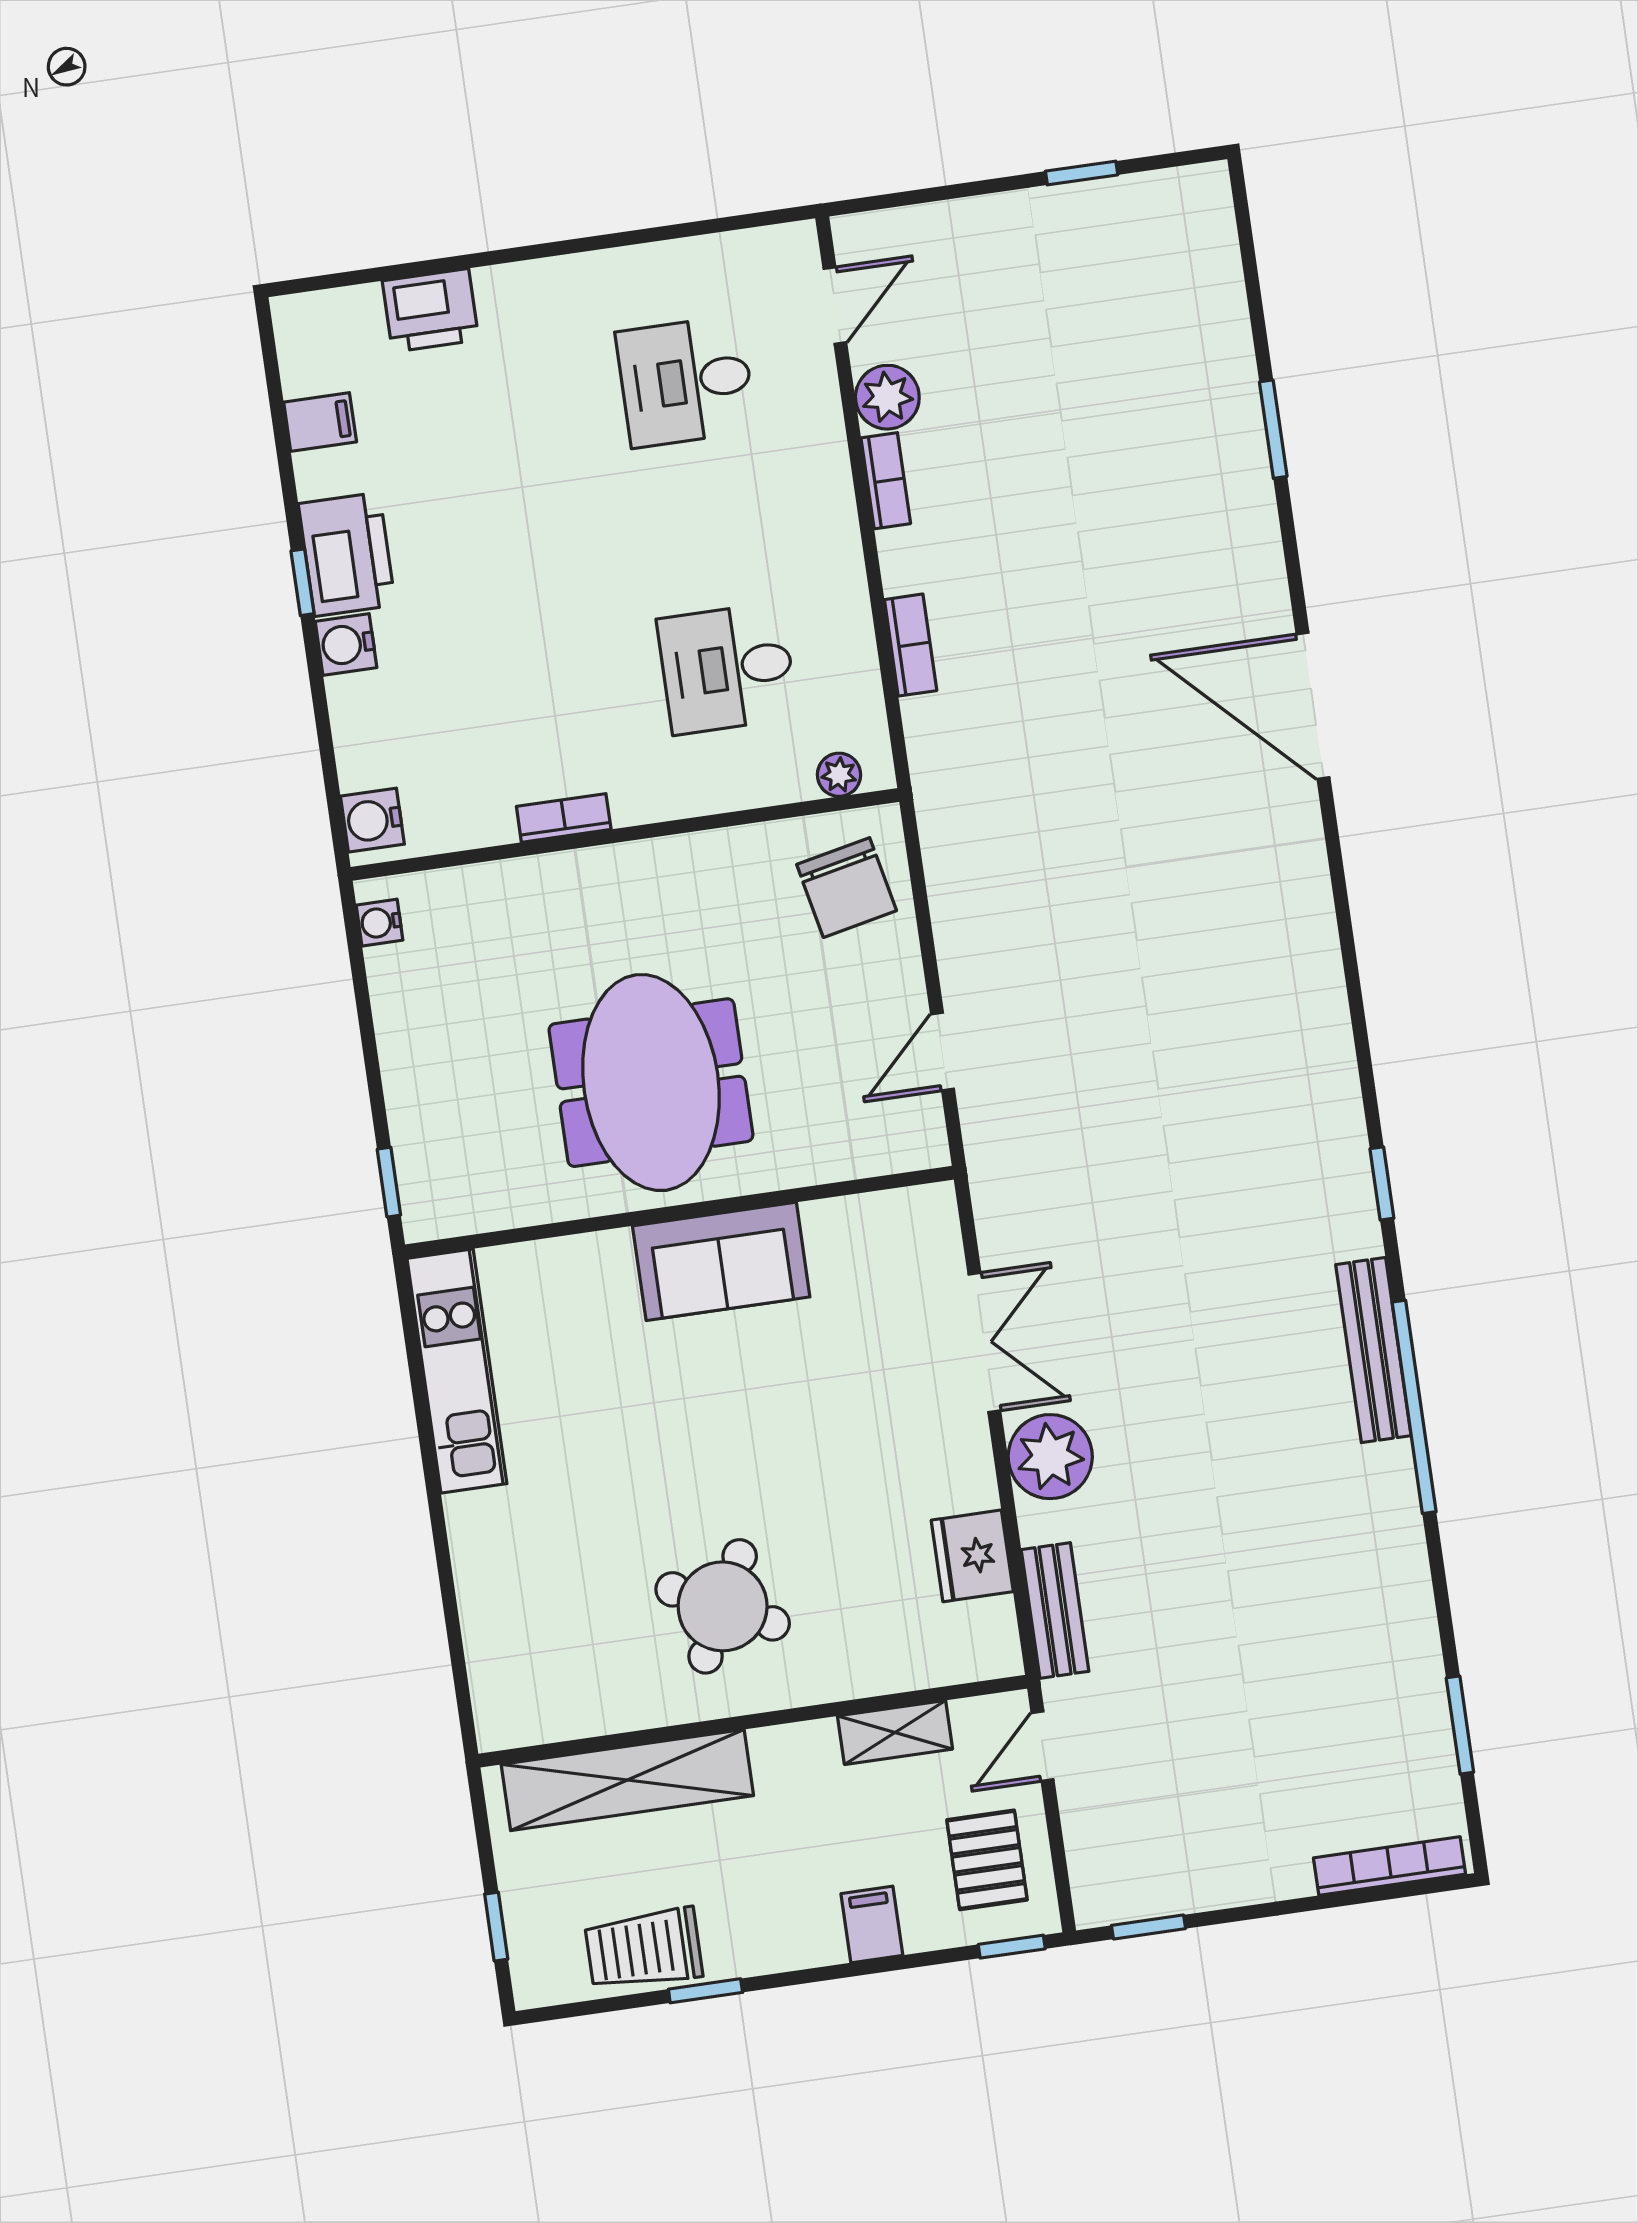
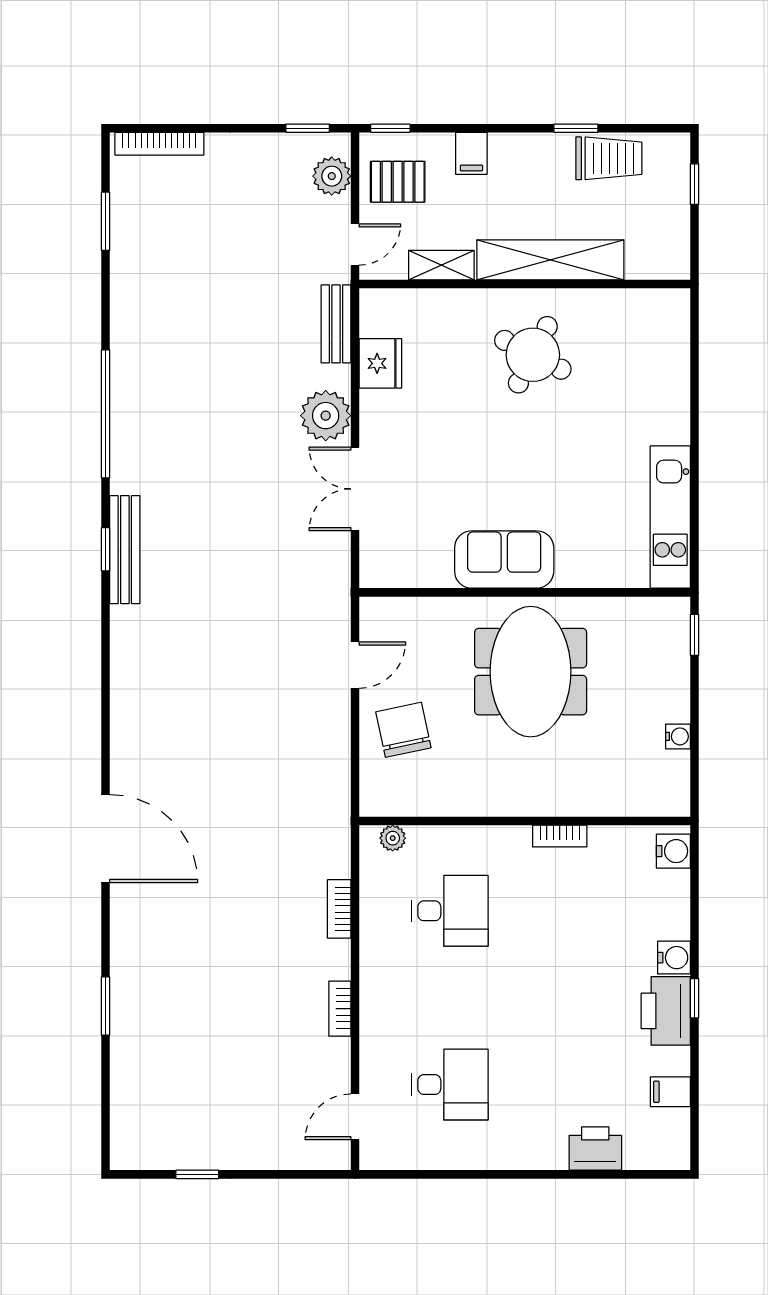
plant: (887, 397) -> (332, 176), moved
chair: (847, 888) -> (403, 730), moved
water cooler: (379, 923) -> (678, 736), moved
bench: (1373, 1350) -> (125, 550), moved
shelving: (627, 1780) -> (550, 260), moved
pallet: (987, 1860) -> (398, 182), turned 90

